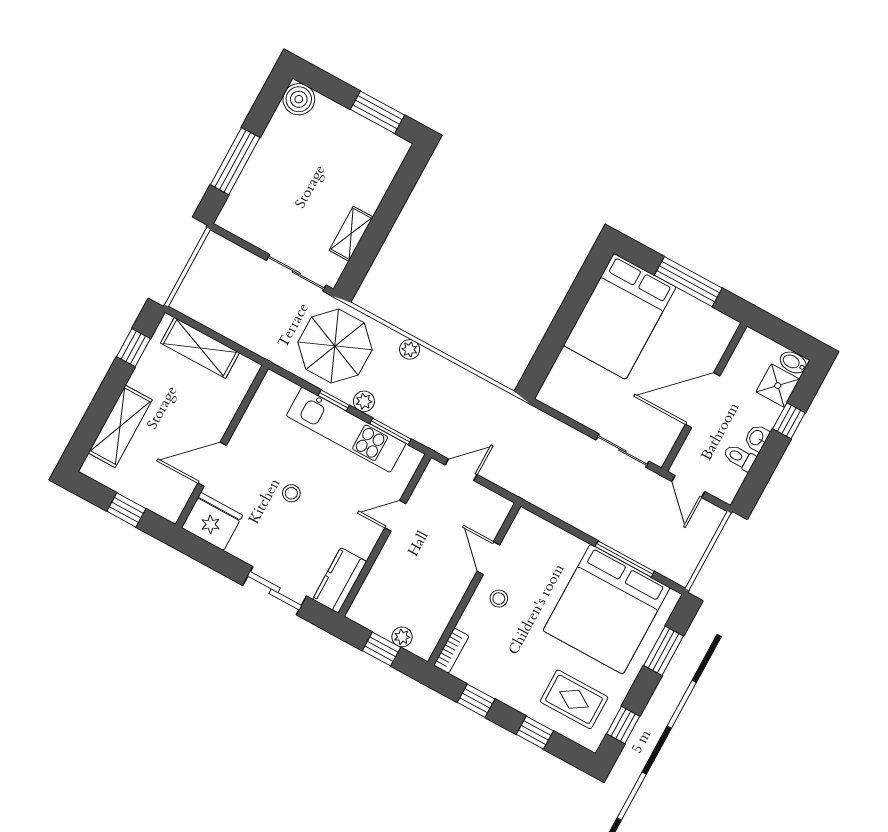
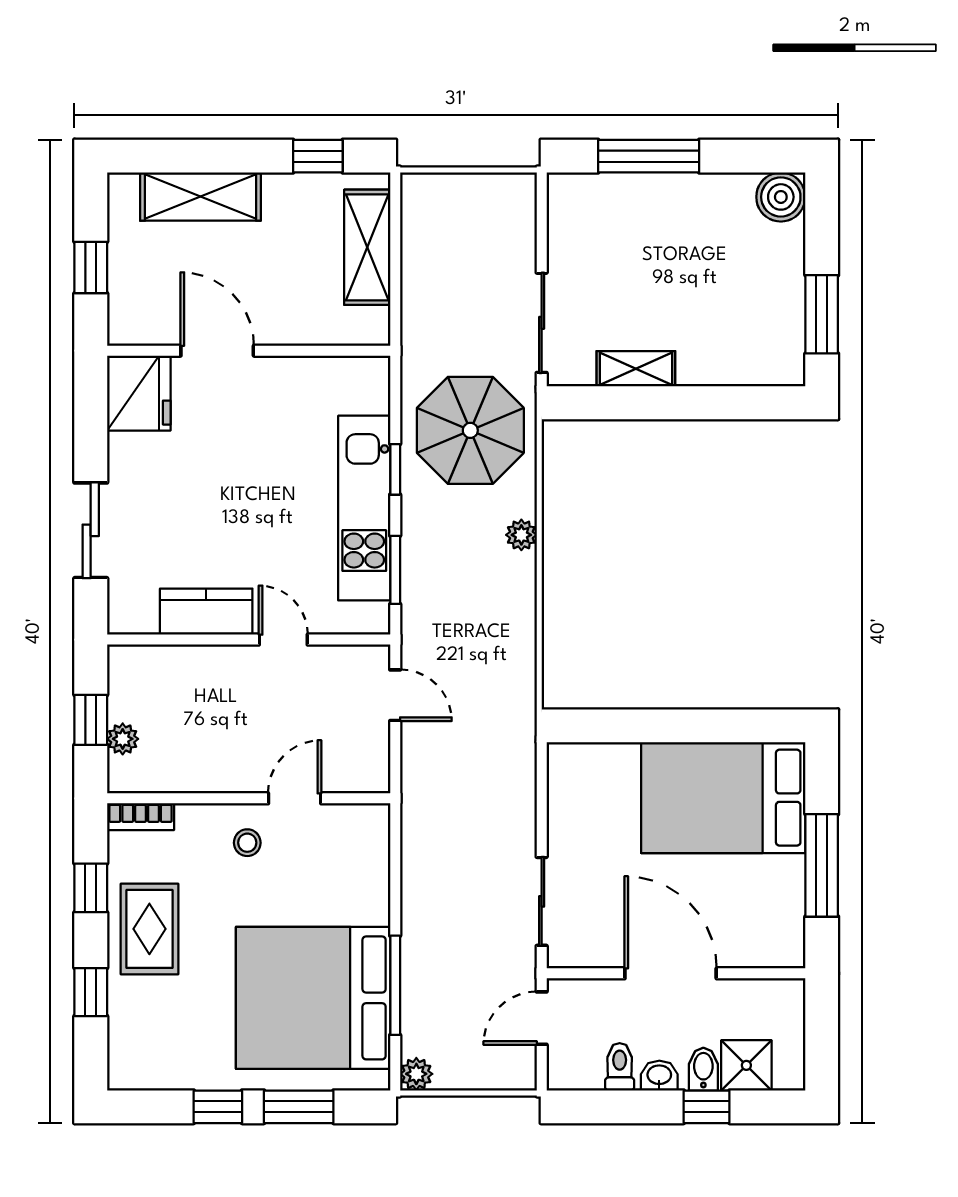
bidet: (793, 362) -> (703, 1069), moved
plant: (364, 401) -> (416, 1074), moved
stool: (291, 493) -> (237, 481), removed
kitchen counter: (340, 581) -> (206, 612), moved
rug: (574, 699) -> (149, 929), moved
window: (623, 725) -> (218, 1107), moved

